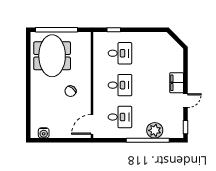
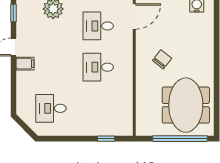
desk: (120, 53) -> (51, 108), moved
filing cabinet: (177, 83) -> (25, 64), width x0.50

